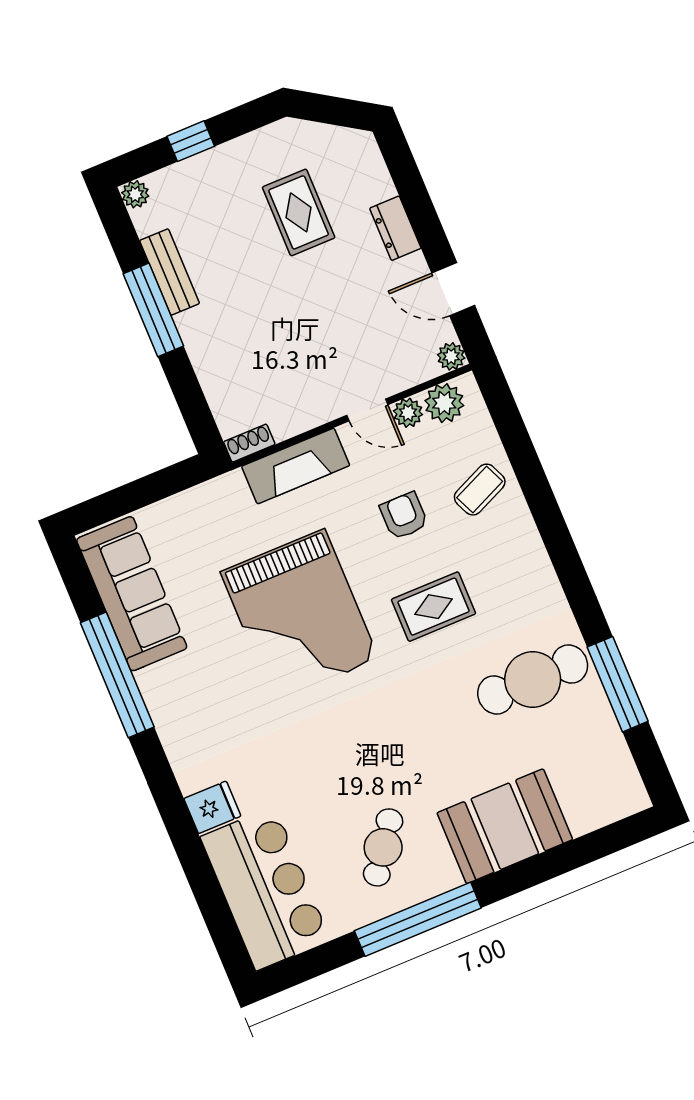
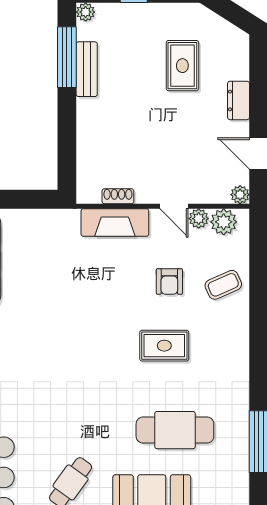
window: (153, 310) -> (67, 57), moved
shoe rack: (249, 443) -> (118, 196), moved
armchair: (404, 516) -> (169, 282), turned 180
grand piano: (299, 615) -> (79, 316), removed
cafe table: (533, 679) -> (175, 430), moved

